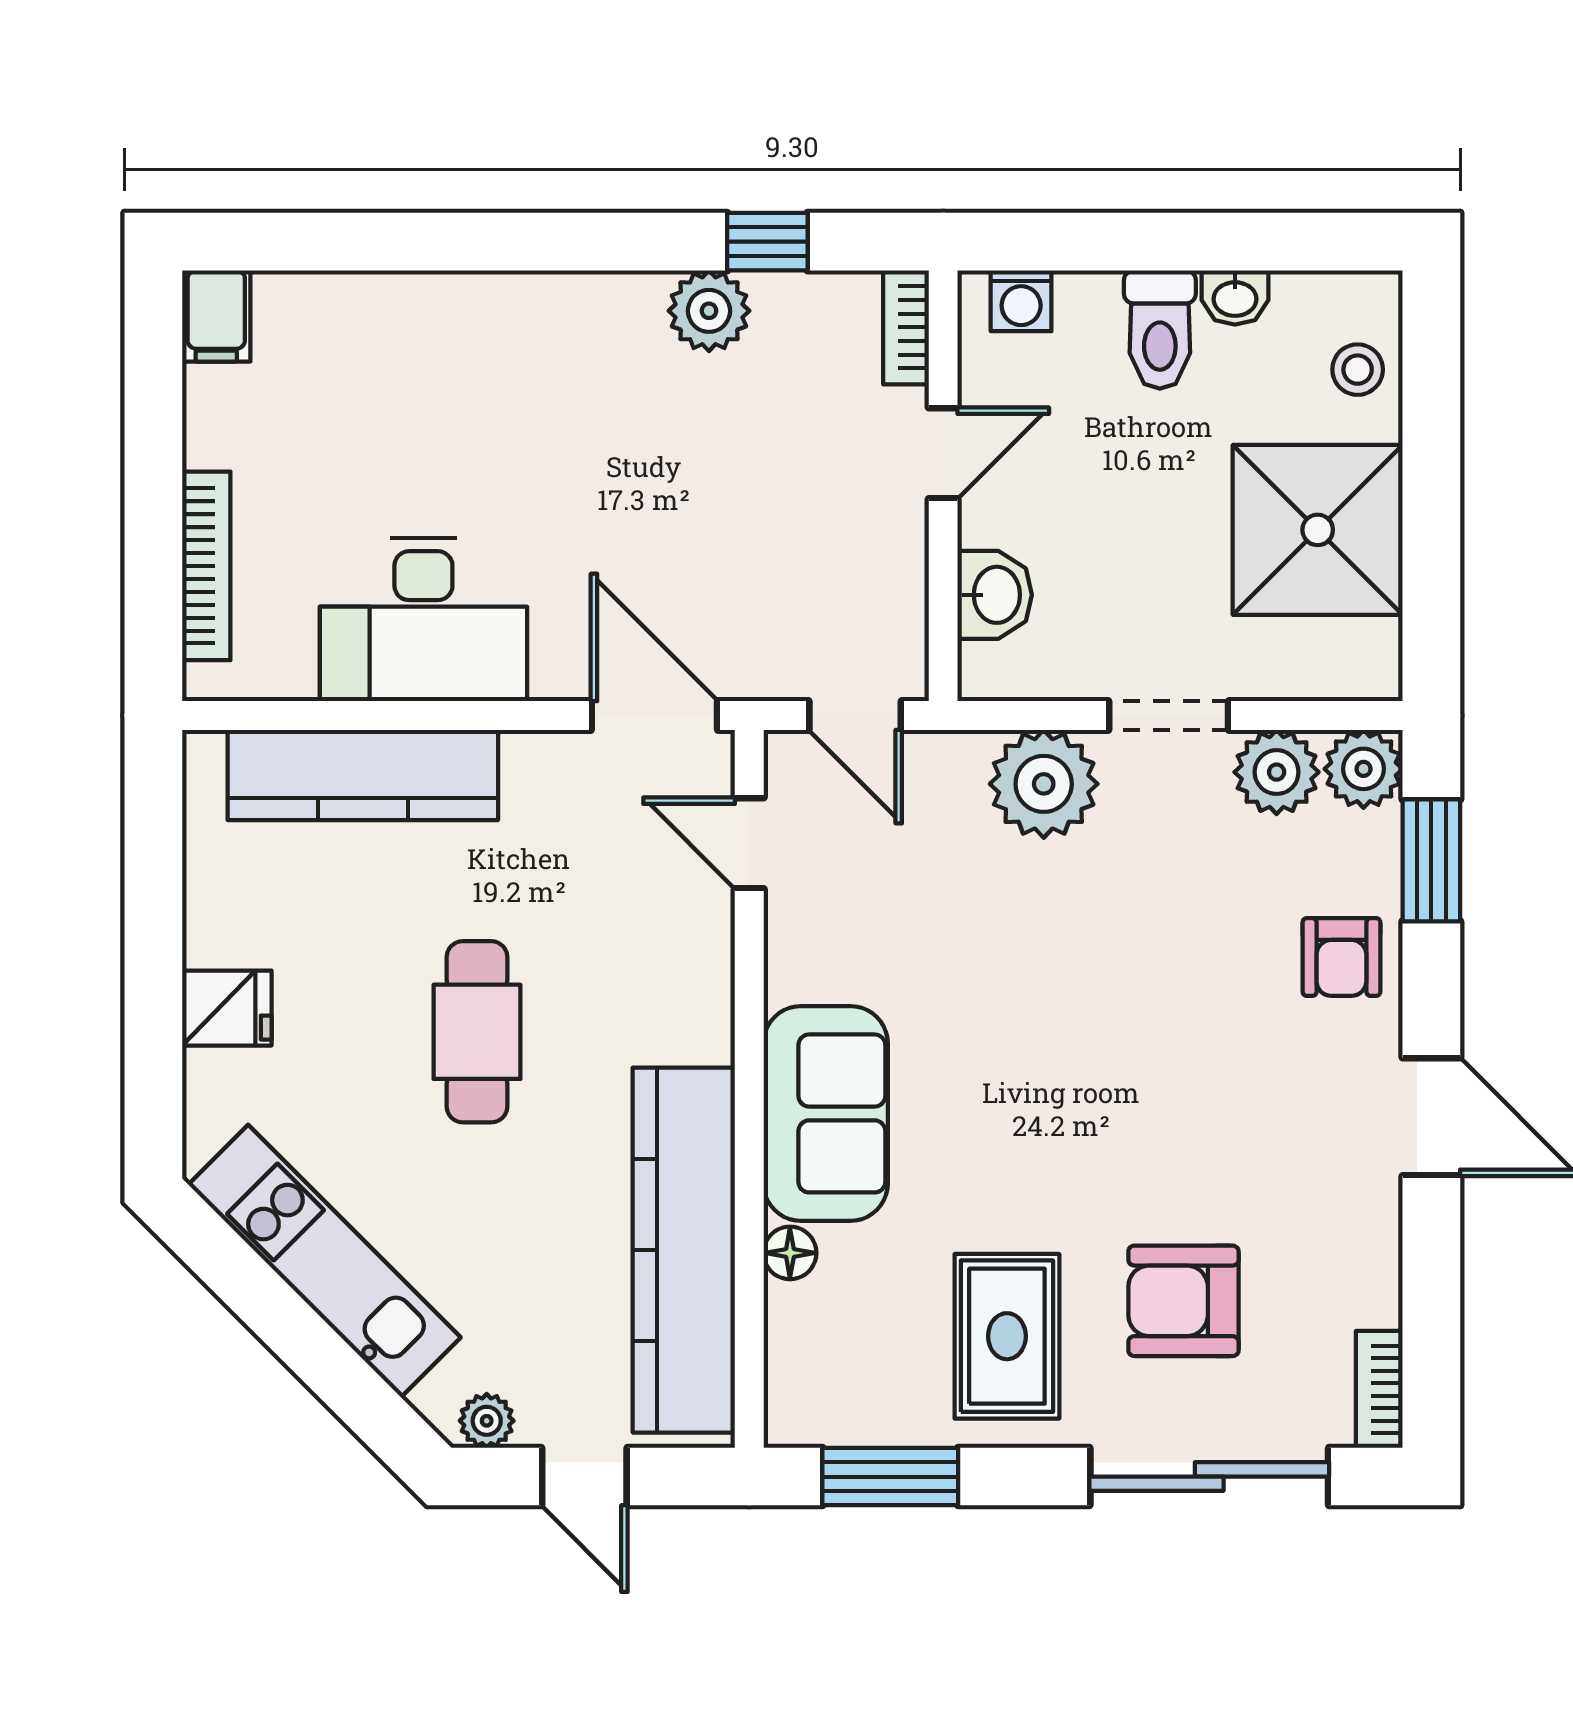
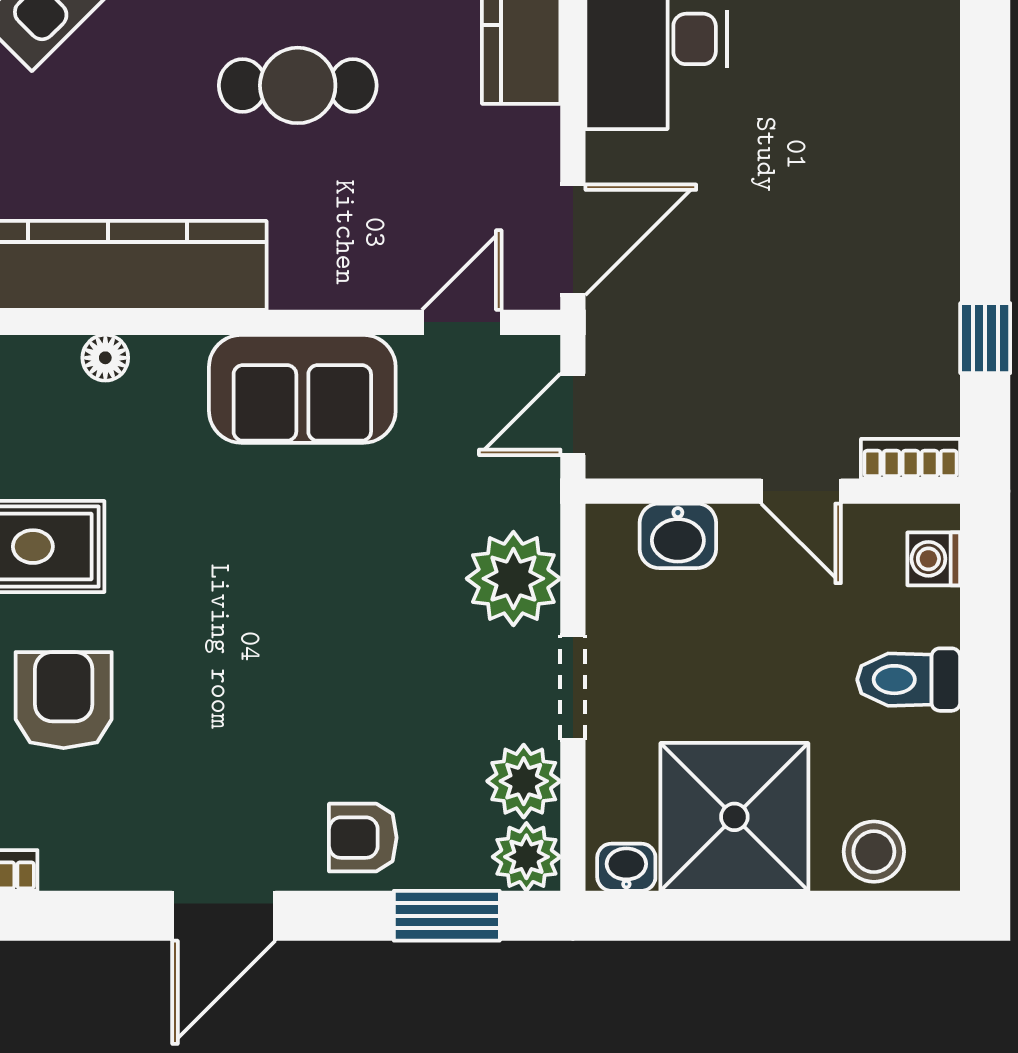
washbasin: (1235, 297) -> (626, 867), moved, turned 90
plant: (709, 311) -> (925, 287), removed
stool: (1358, 370) -> (874, 852), width x1.37, depth x1.37
sofa: (826, 1113) -> (302, 389), moved

